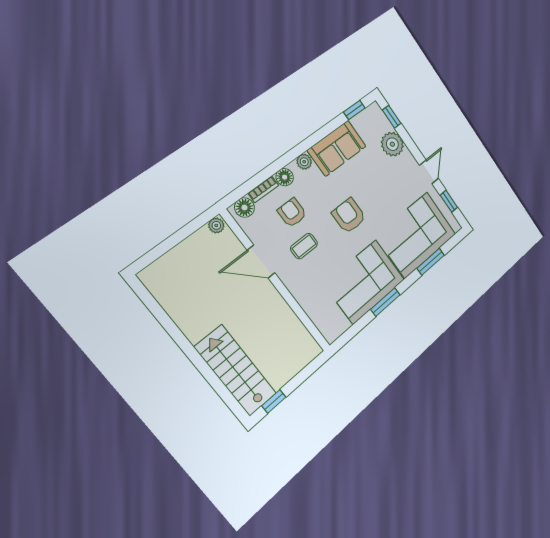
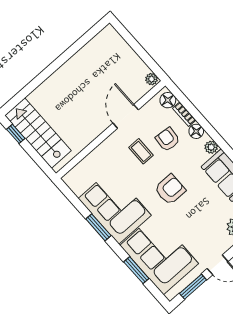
window: (449, 201) -> (193, 287), width x1.50
armchair: (292, 213) -> (168, 139), turned -85
stairs: (236, 370) -> (38, 133), moved, turned -90

